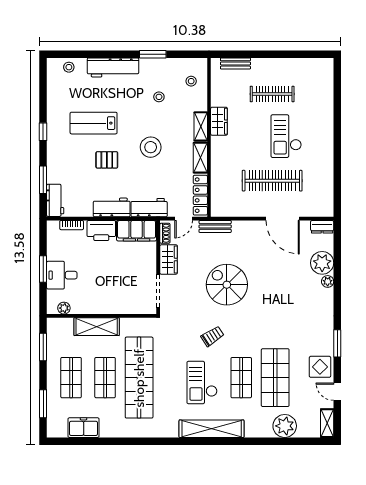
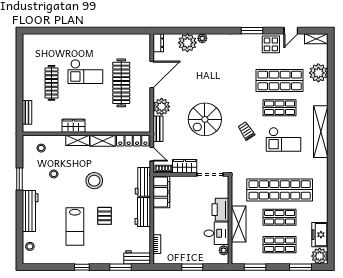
printer: (101, 231) -> (220, 210), moved, turned 180
plant: (243, 231) -> (162, 107), added
desk: (62, 275) -> (216, 233), moved, turned -90
plant: (57, 427) -> (320, 256), added

